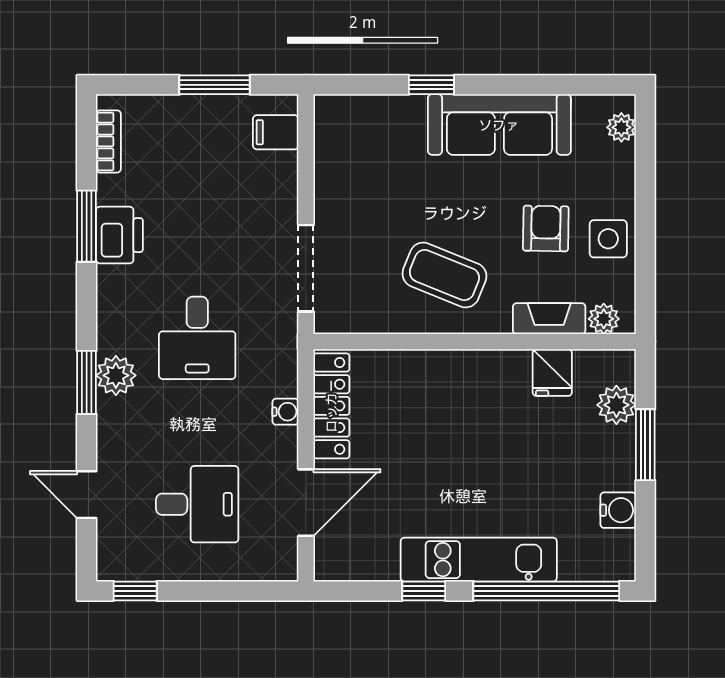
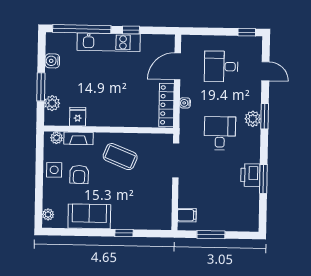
sofa: (499, 125) -> (89, 216), width x0.73
bookcase: (108, 141) -> (254, 213), removed

